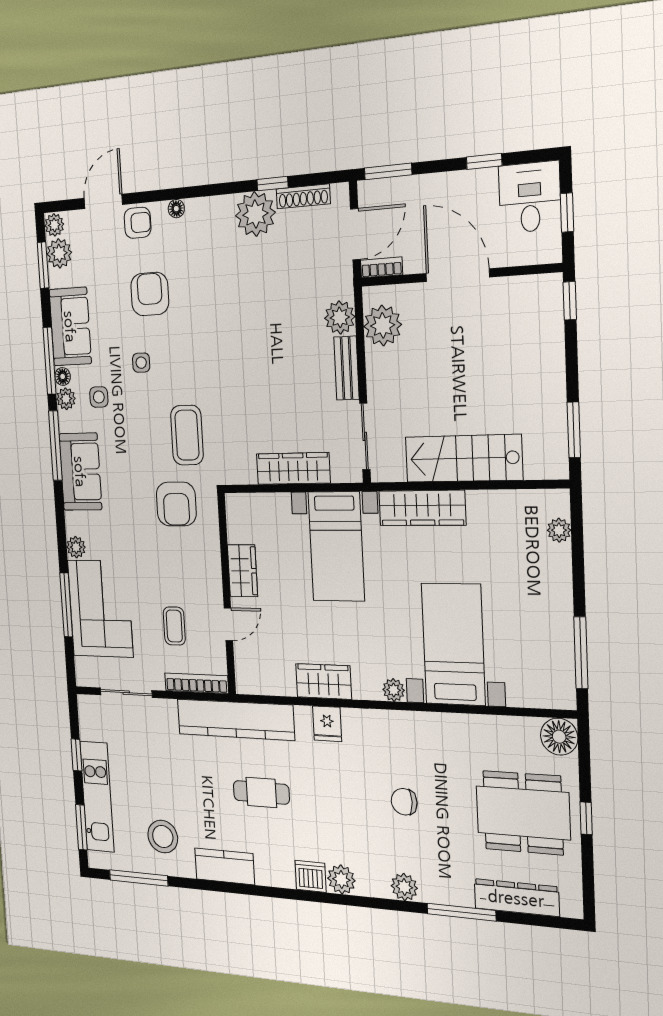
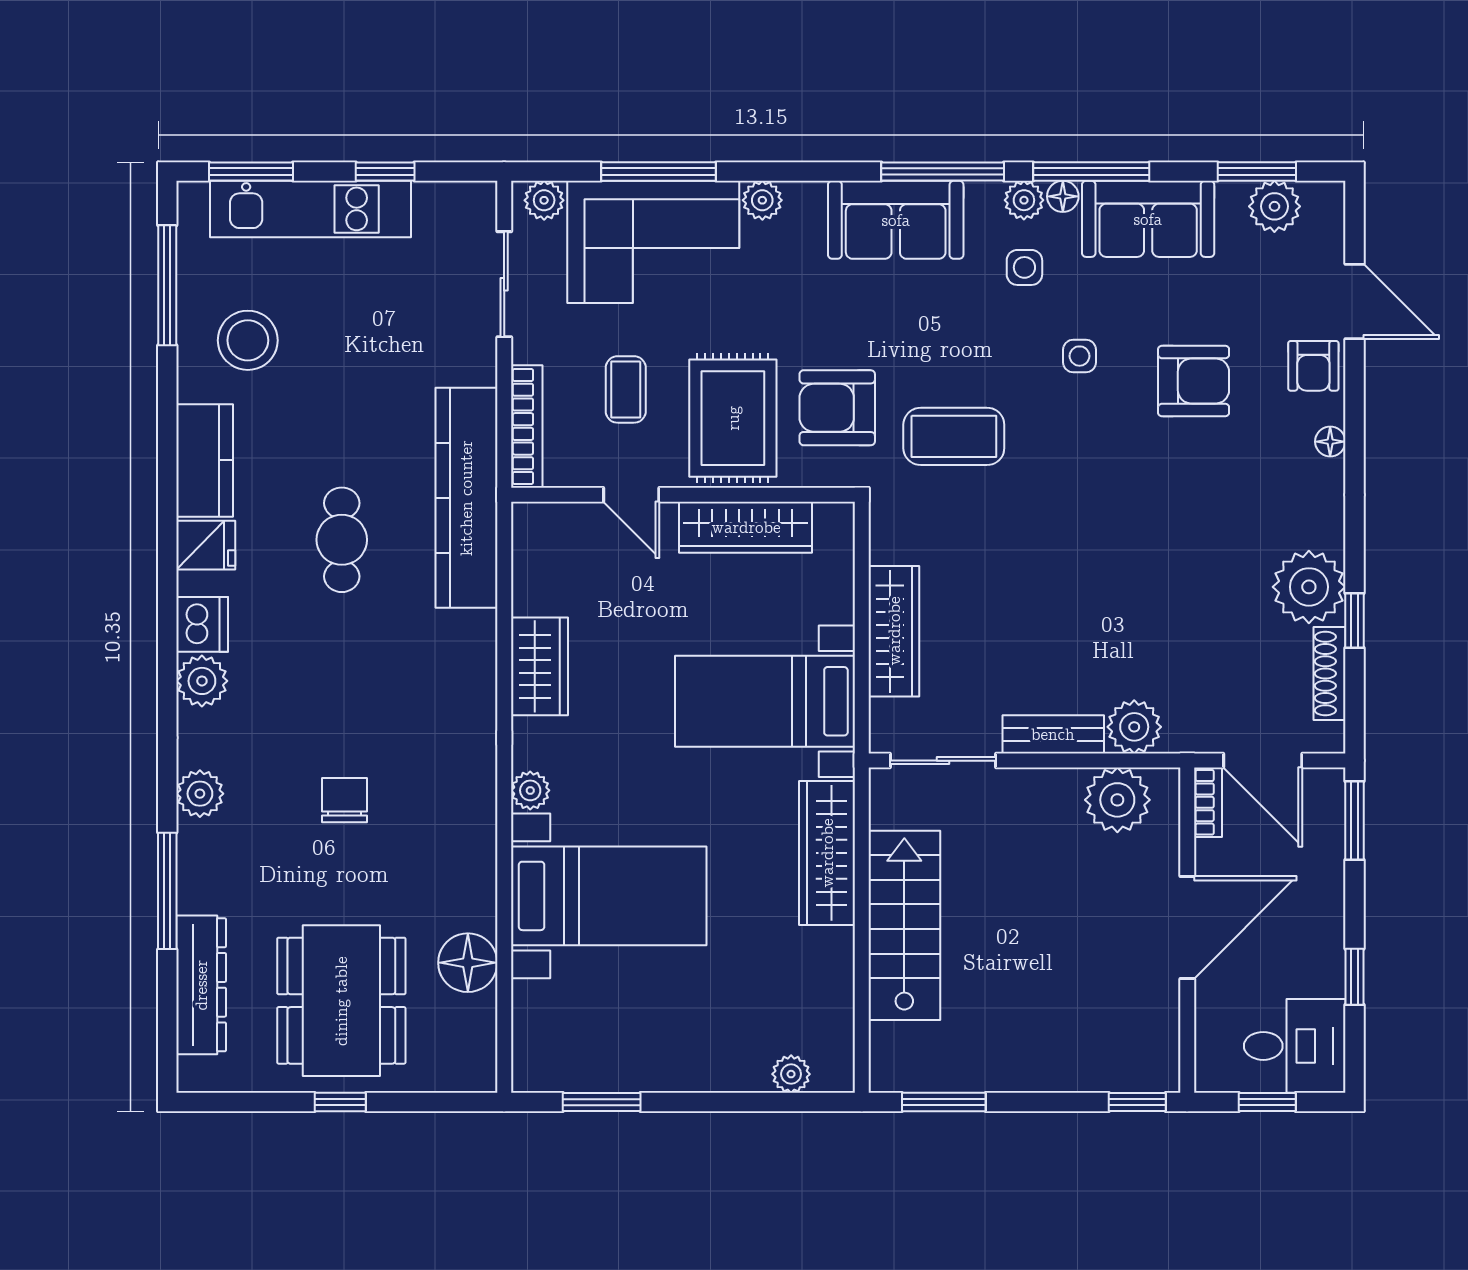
plant: (54, 225) -> (544, 200), moved
rug: (185, 565) -> (733, 418), added
wardrobe: (242, 571) -> (746, 527), width x1.50
coffee table: (174, 626) -> (626, 389), turned 90
window: (581, 653) -> (602, 1102), width x0.69
fridge: (327, 724) -> (206, 545), moved, turned 180
floor lamp: (559, 737) -> (468, 963), moved

